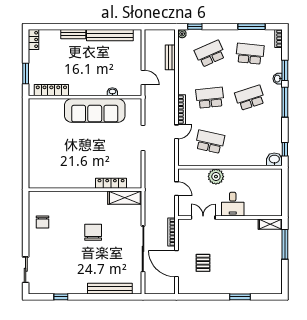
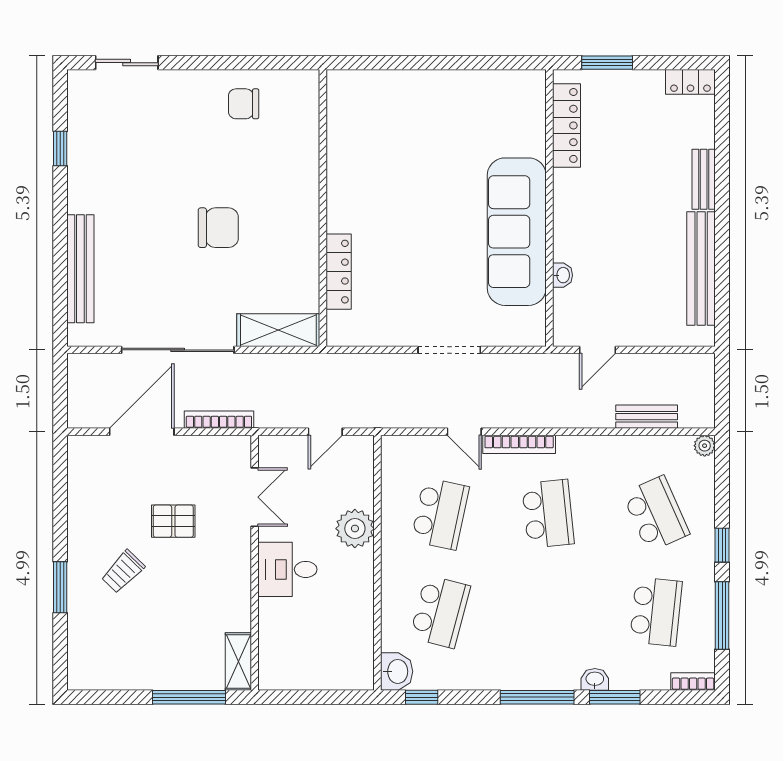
window: (195, 27) -> (722, 545), moved
school desk: (250, 98) -> (440, 612), moved, turned 33
shelving: (125, 198) -> (278, 330), moved, turned 90
pallet: (203, 263) -> (173, 521), moved
trolley: (234, 271) -> (123, 572), added

